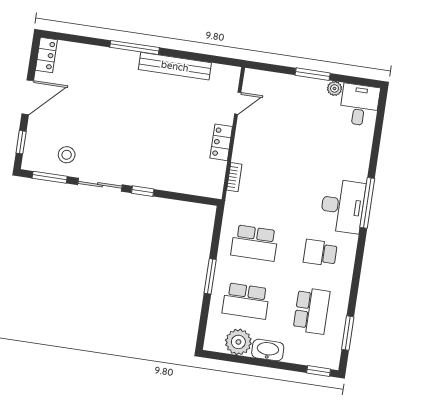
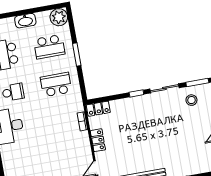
locker: (205, 188) -> (98, 109), added
school desk: (246, 301) -> (49, 47), turned 180
plant: (238, 342) -> (59, 17), moved

